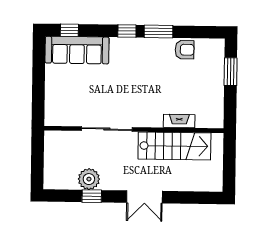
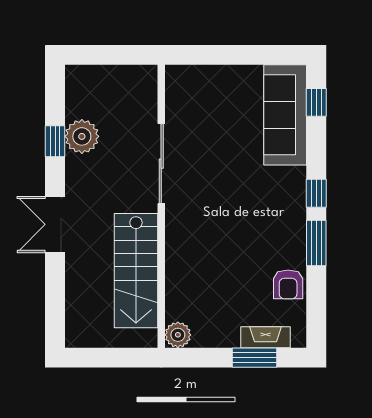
plant: (215, 120) -> (178, 335), added
fireplace: (179, 121) -> (266, 337), moved, turned -90

